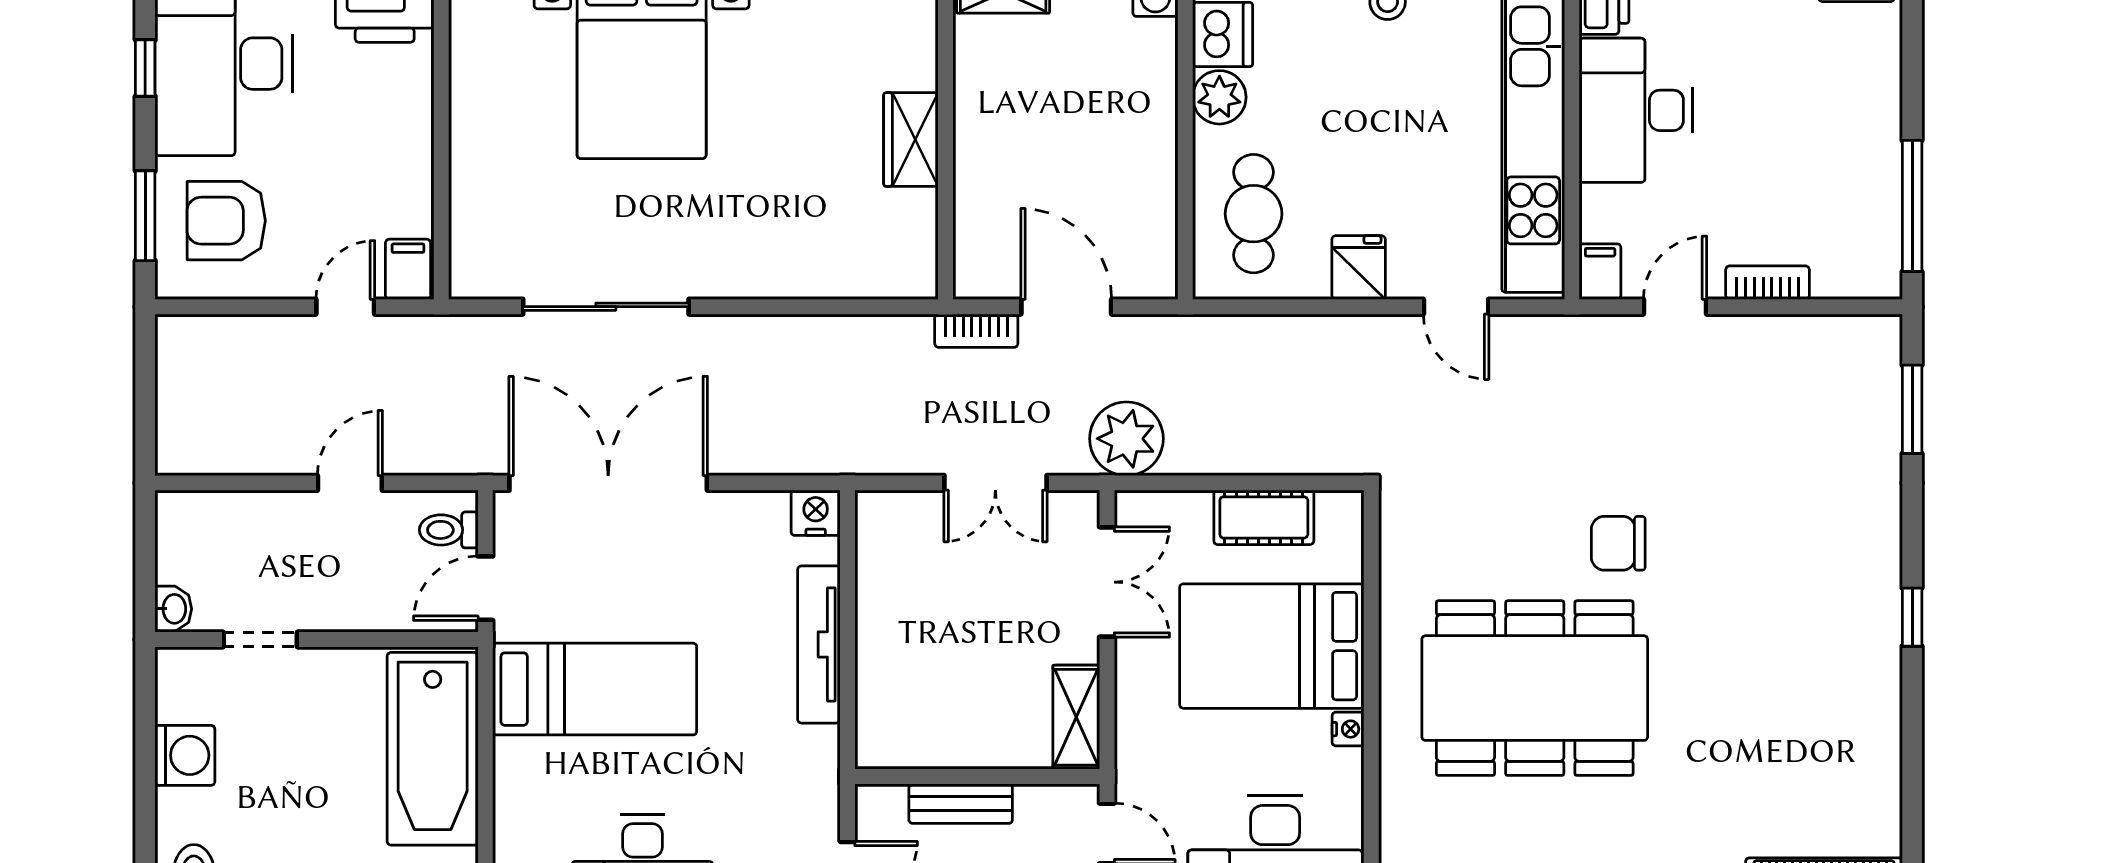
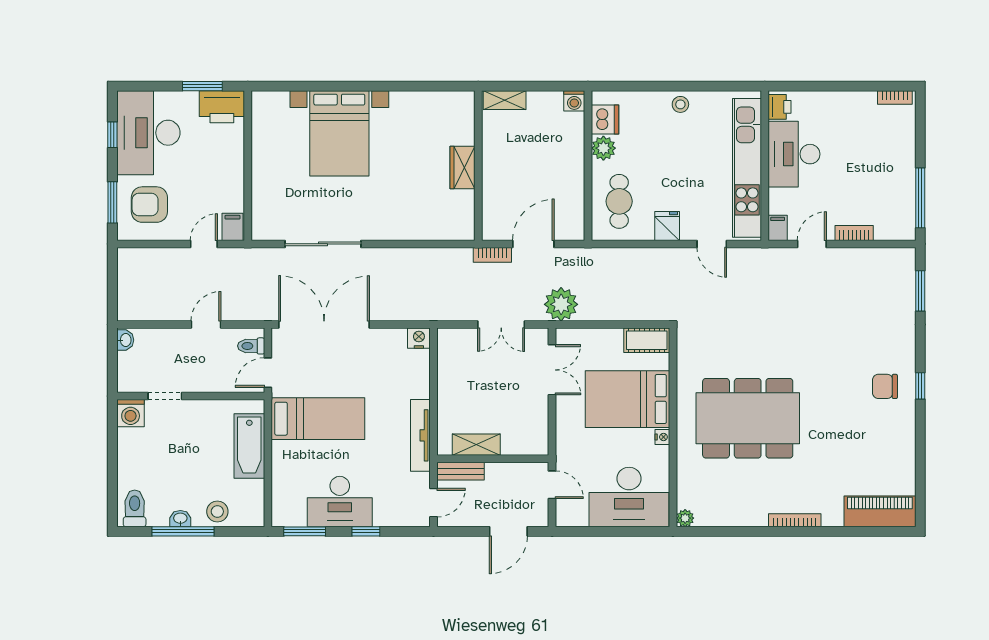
door: (1066, 307) -> (533, 244), hinge flipped
cot: (1264, 517) -> (647, 340), moved
chair: (1618, 543) -> (885, 386), moved
washbasin: (173, 609) -> (125, 340), moved
tv unit: (819, 644) -> (420, 435), moved
shelving: (1076, 717) -> (476, 445), moved, turned 90
bathtub: (433, 749) -> (249, 446), width x0.73, depth x0.73
washing machine: (185, 755) -> (131, 413), moved, turned 90
bench: (961, 804) -> (461, 471), moved

